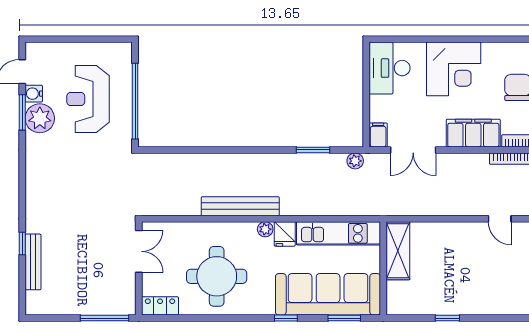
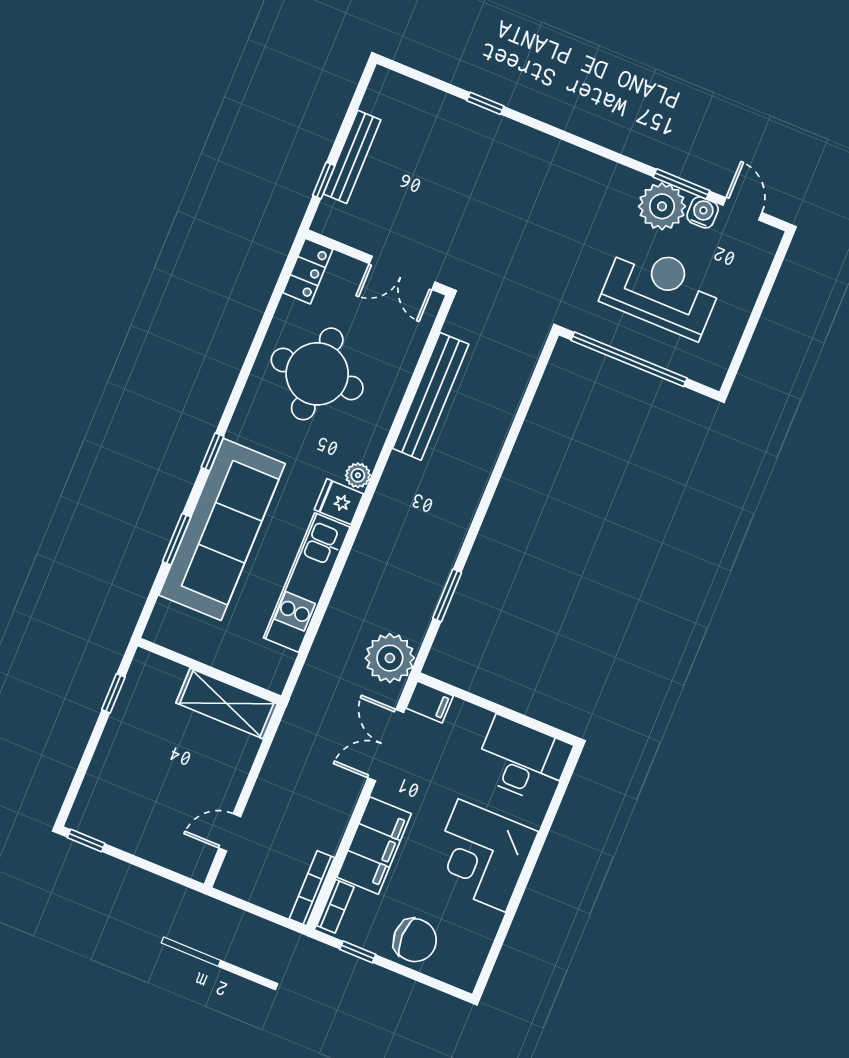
plant: (355, 161) -> (390, 658), width x1.88, depth x1.88
bench: (240, 206) -> (431, 396), moved
shelving: (398, 251) -> (227, 703), moved
bench: (33, 262) -> (352, 157), moved, turned 90
wall: (383, 268) -> (209, 671), moved
window: (104, 318) -> (324, 181), width x0.46

